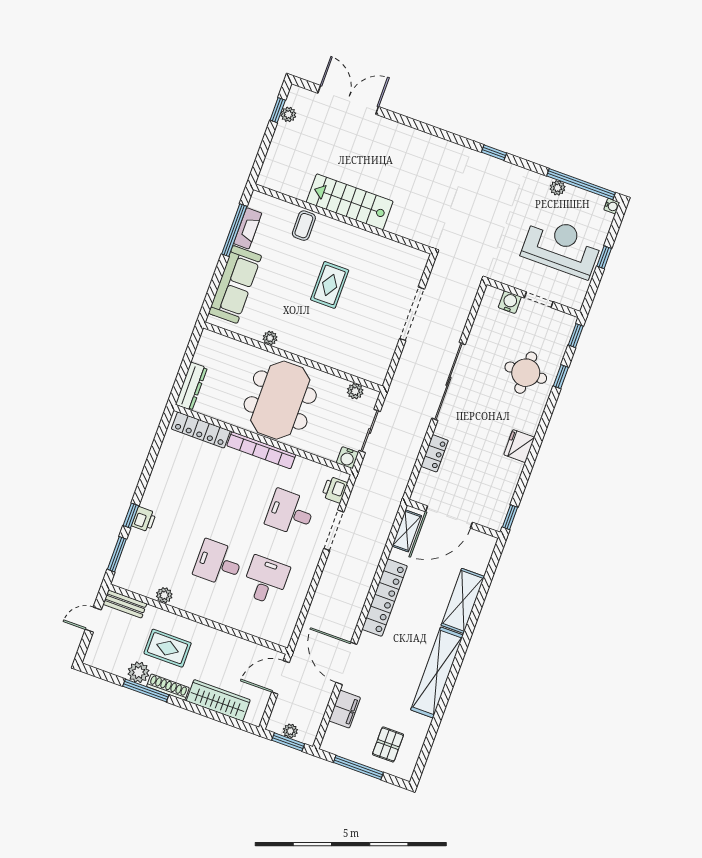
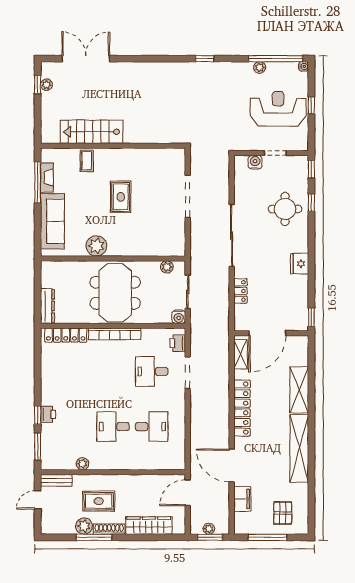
stairs: (350, 202) -> (92, 132), moved
plant: (270, 338) -> (96, 246), width x1.88, depth x1.88
desk: (266, 580) -> (152, 427), turned 90

